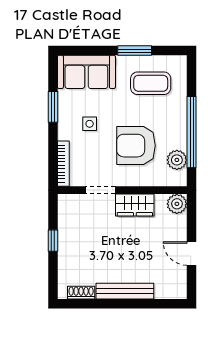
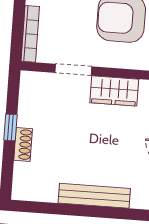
shoe rack: (81, 293) -> (23, 145), moved, turned 90

